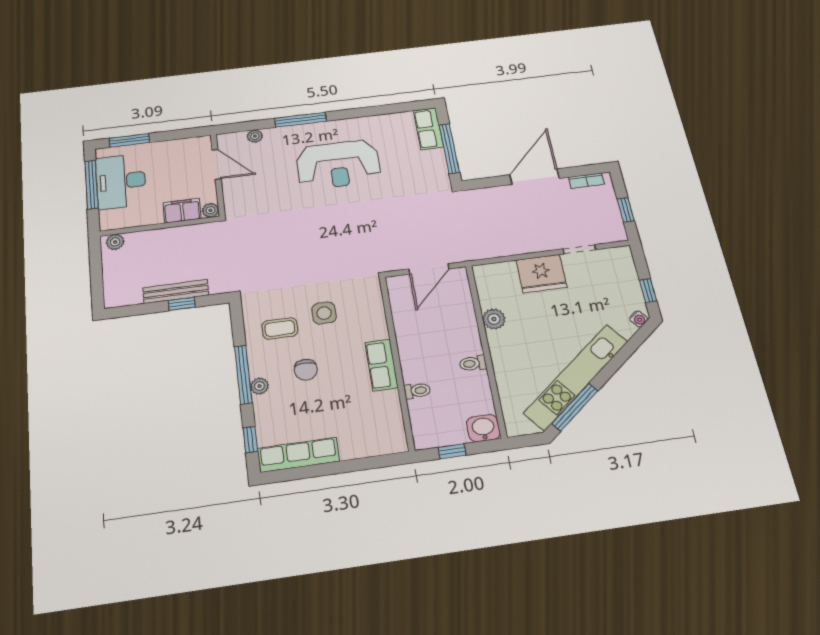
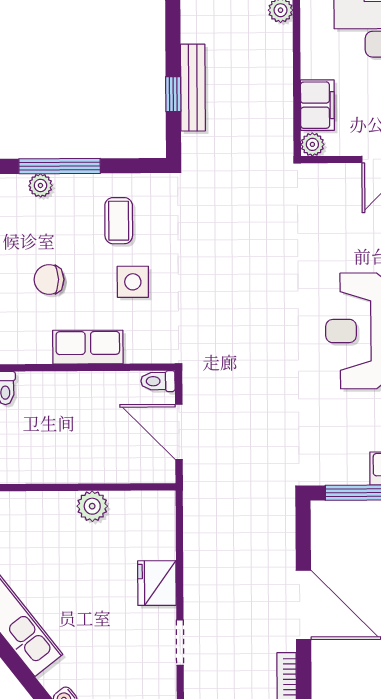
fridge: (541, 274) -> (157, 583), width x0.73, depth x0.75
toilet: (473, 363) -> (158, 381), moved, turned -90
row of seats: (382, 365) -> (88, 347), moved
chair: (306, 370) -> (49, 280), moved

